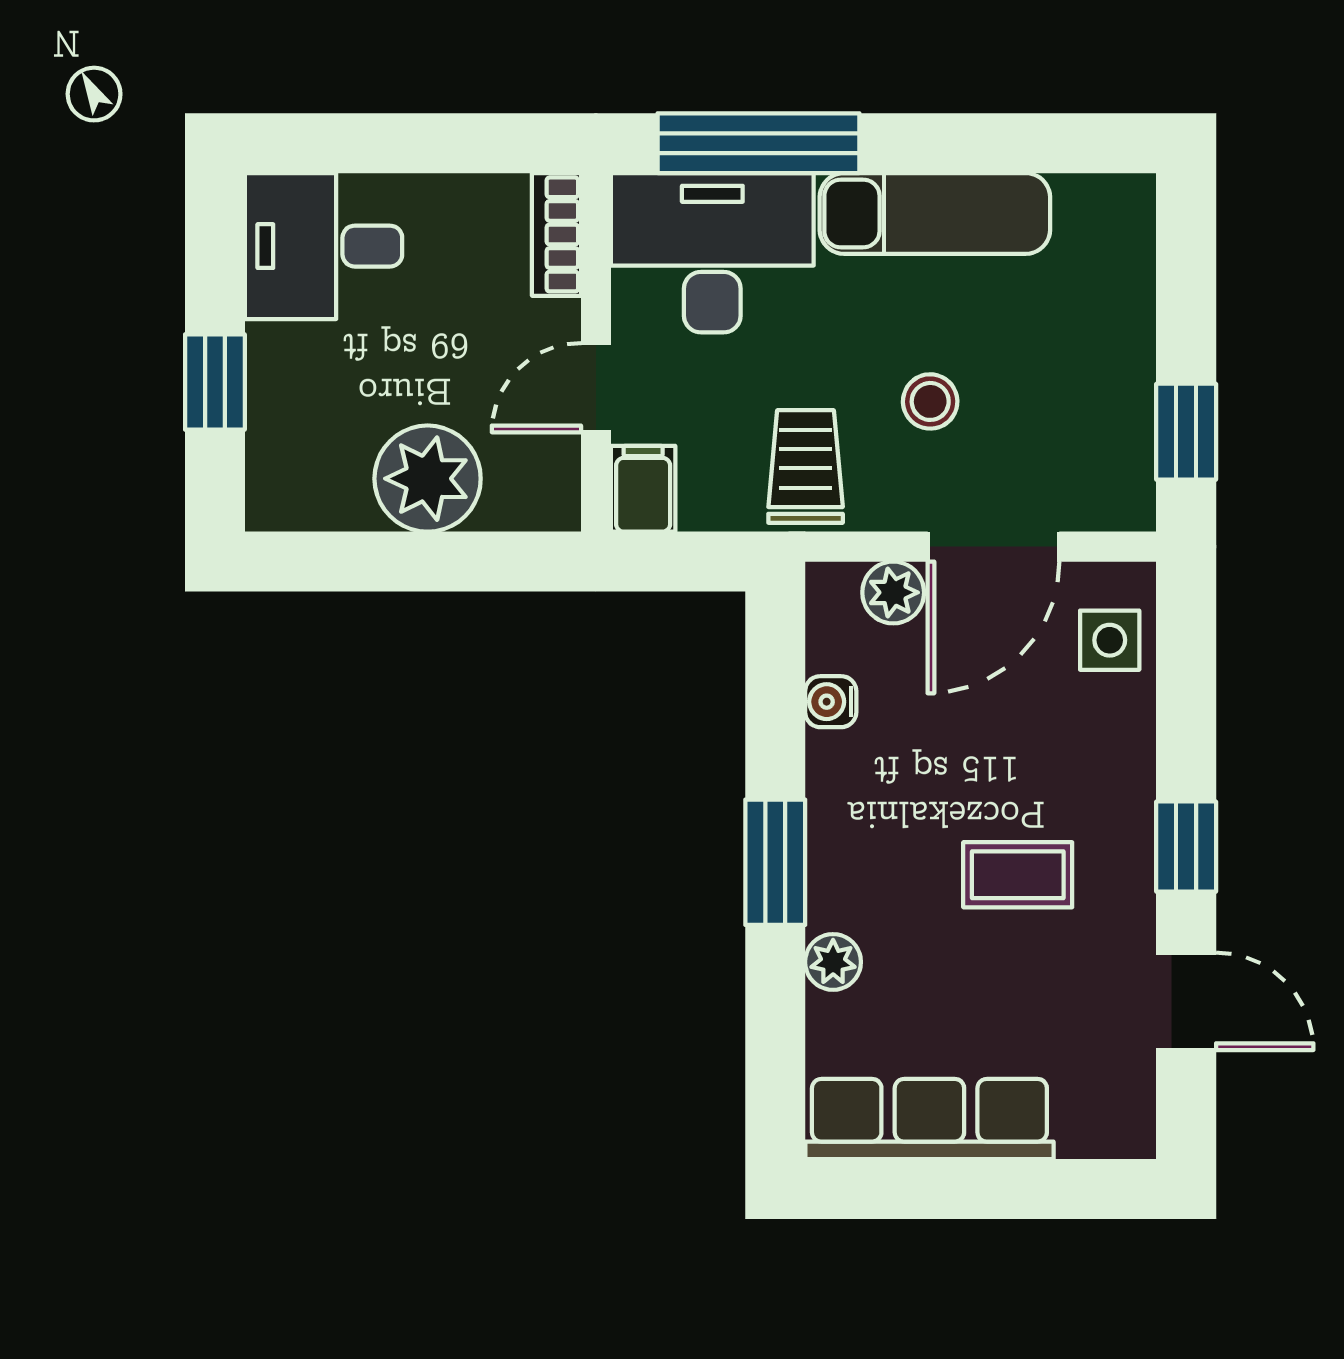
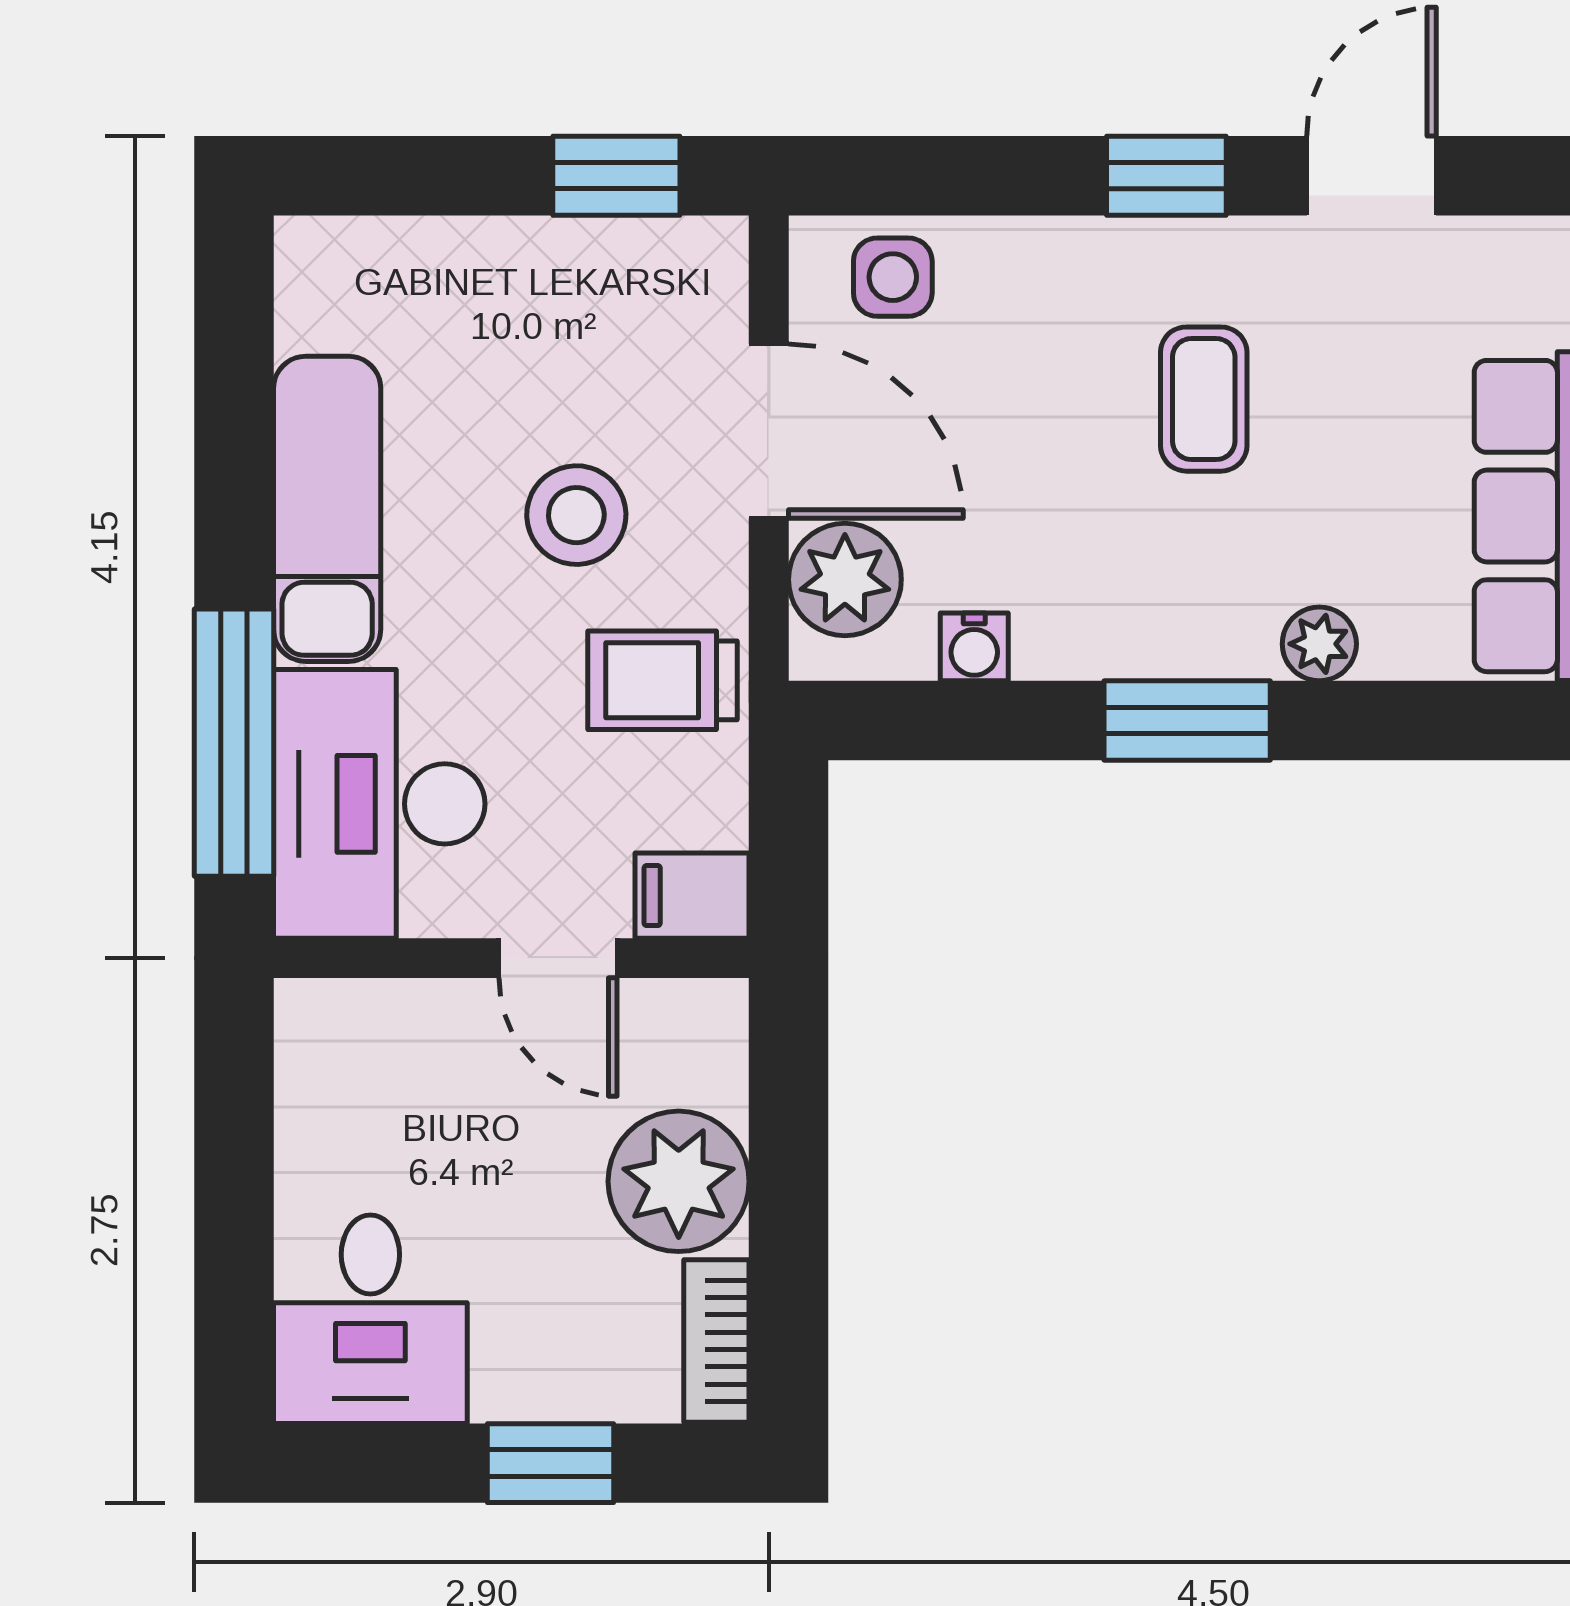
bookcase: (556, 234) -> (716, 1341), moved, turned 90
stool: (930, 401) -> (576, 515), width x1.37, depth x1.37
plant: (893, 592) -> (845, 579), width x1.38, depth x1.38

